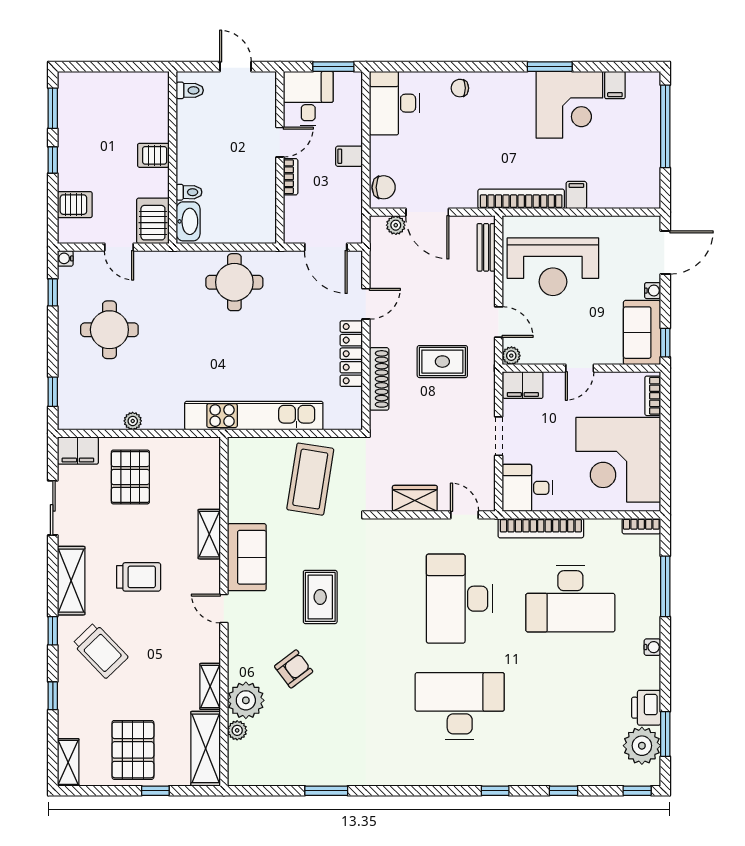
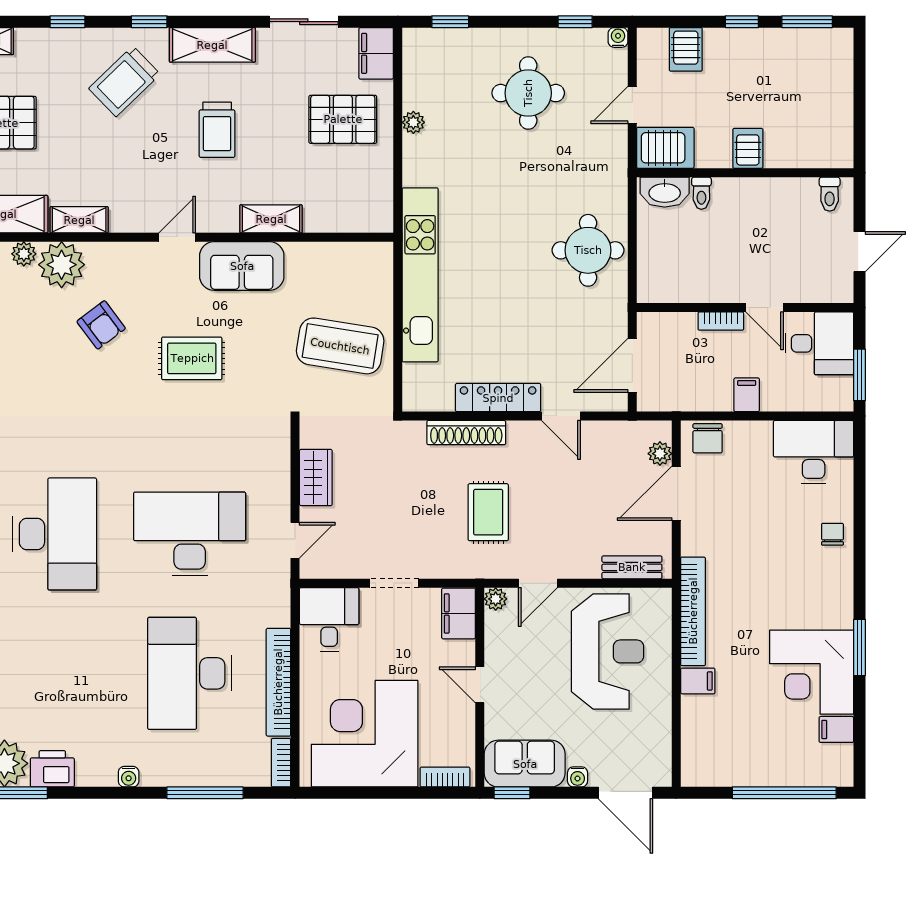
reception desk: (553, 267) -> (607, 651), turned 180
bookcase: (541, 528) -> (278, 682), moved

